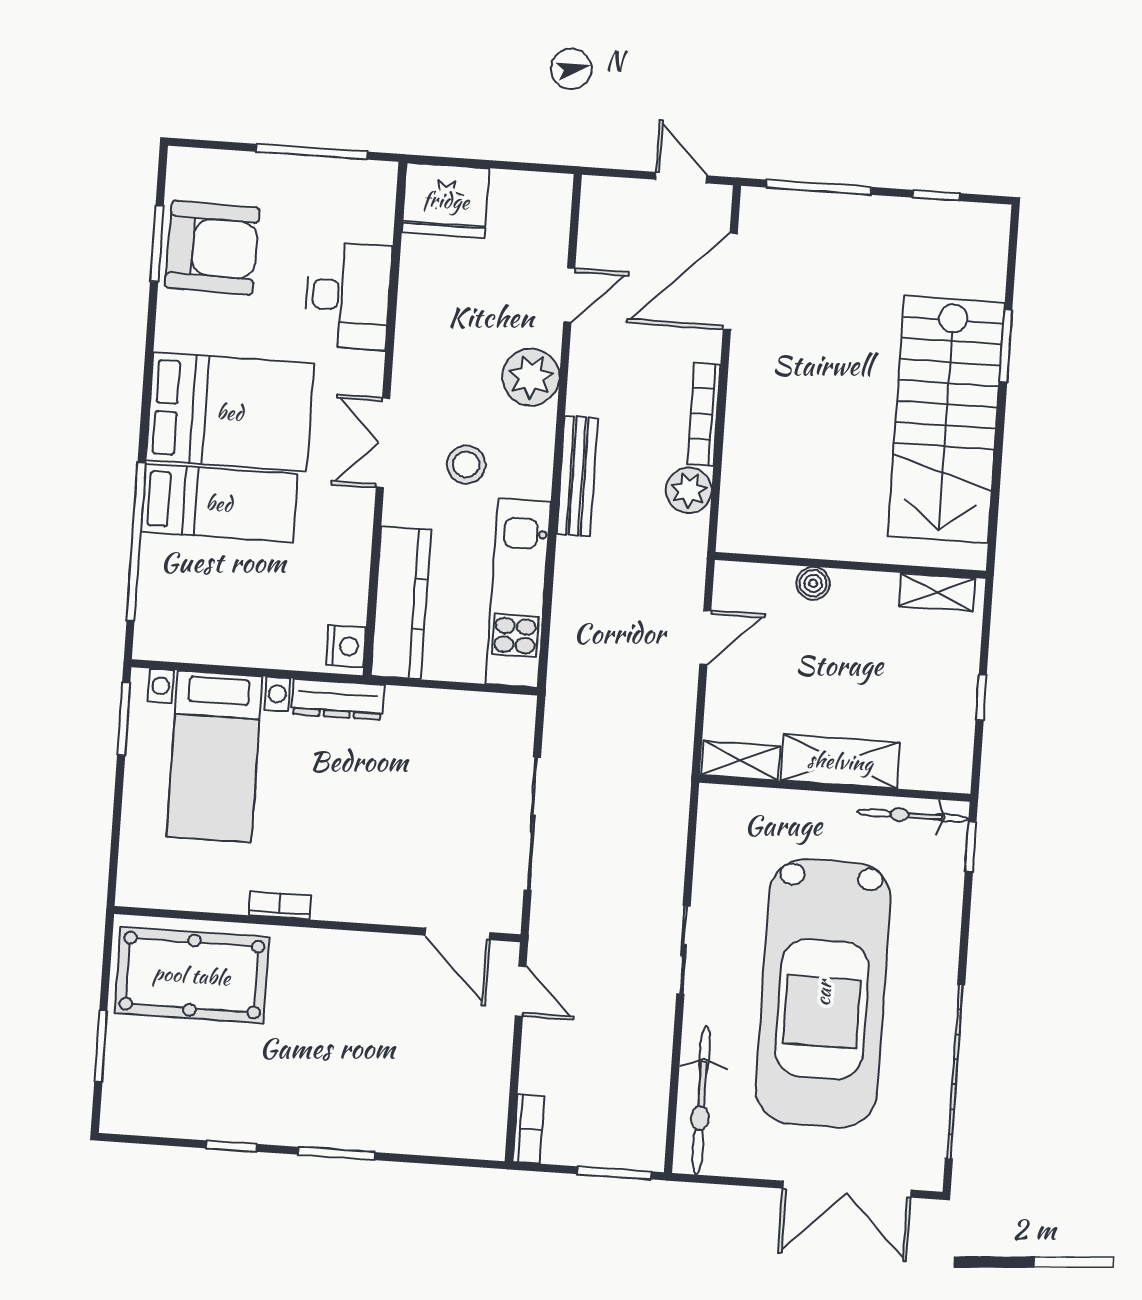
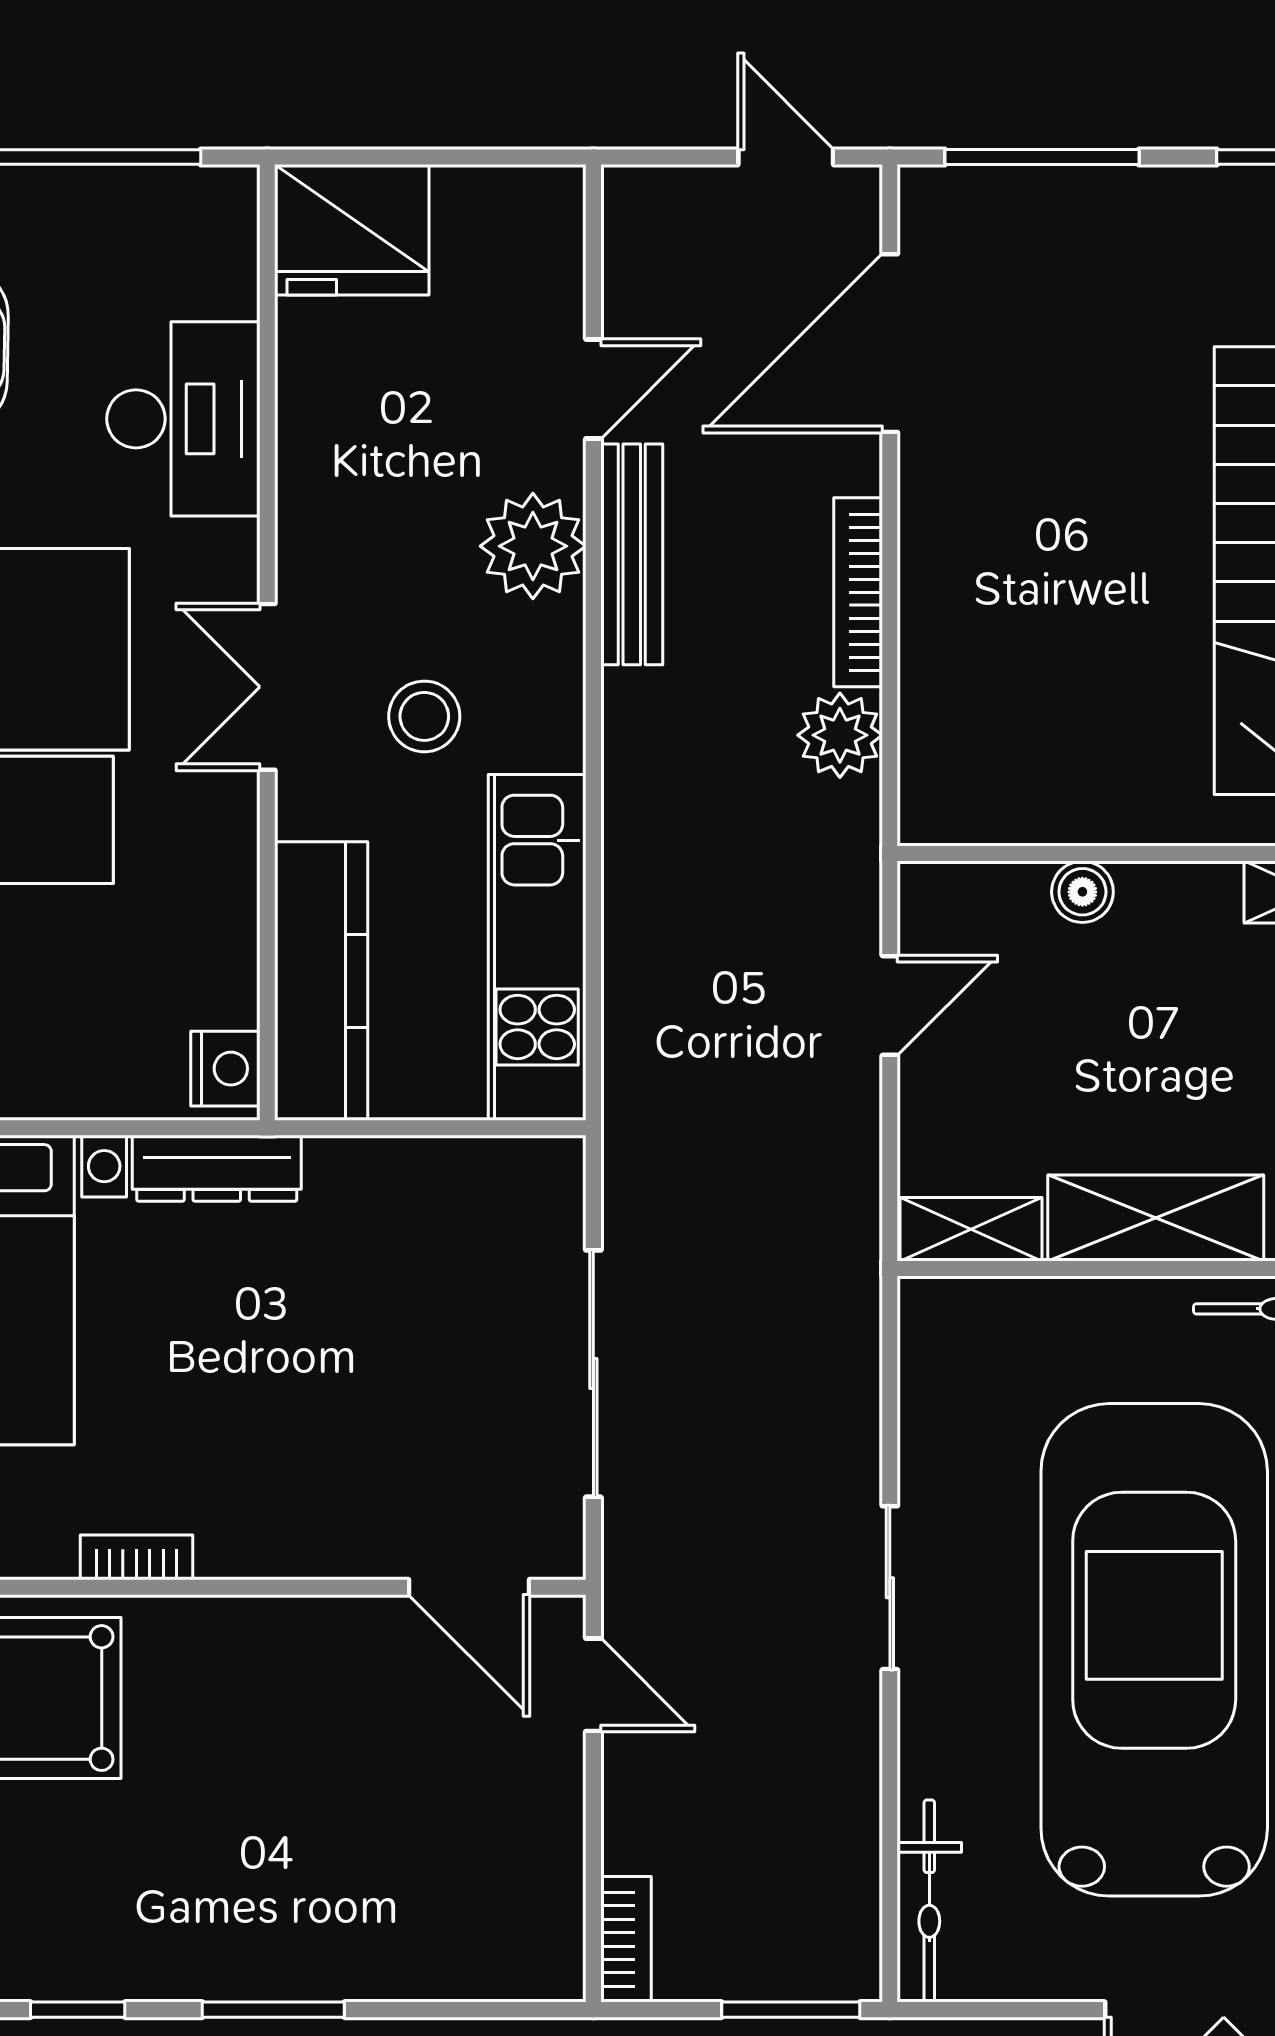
bench: (577, 476) -> (632, 554), moved
car: (823, 993) -> (1154, 1650), turned 180
bicycle: (701, 1100) -> (929, 1901), width x0.73, depth x0.71

